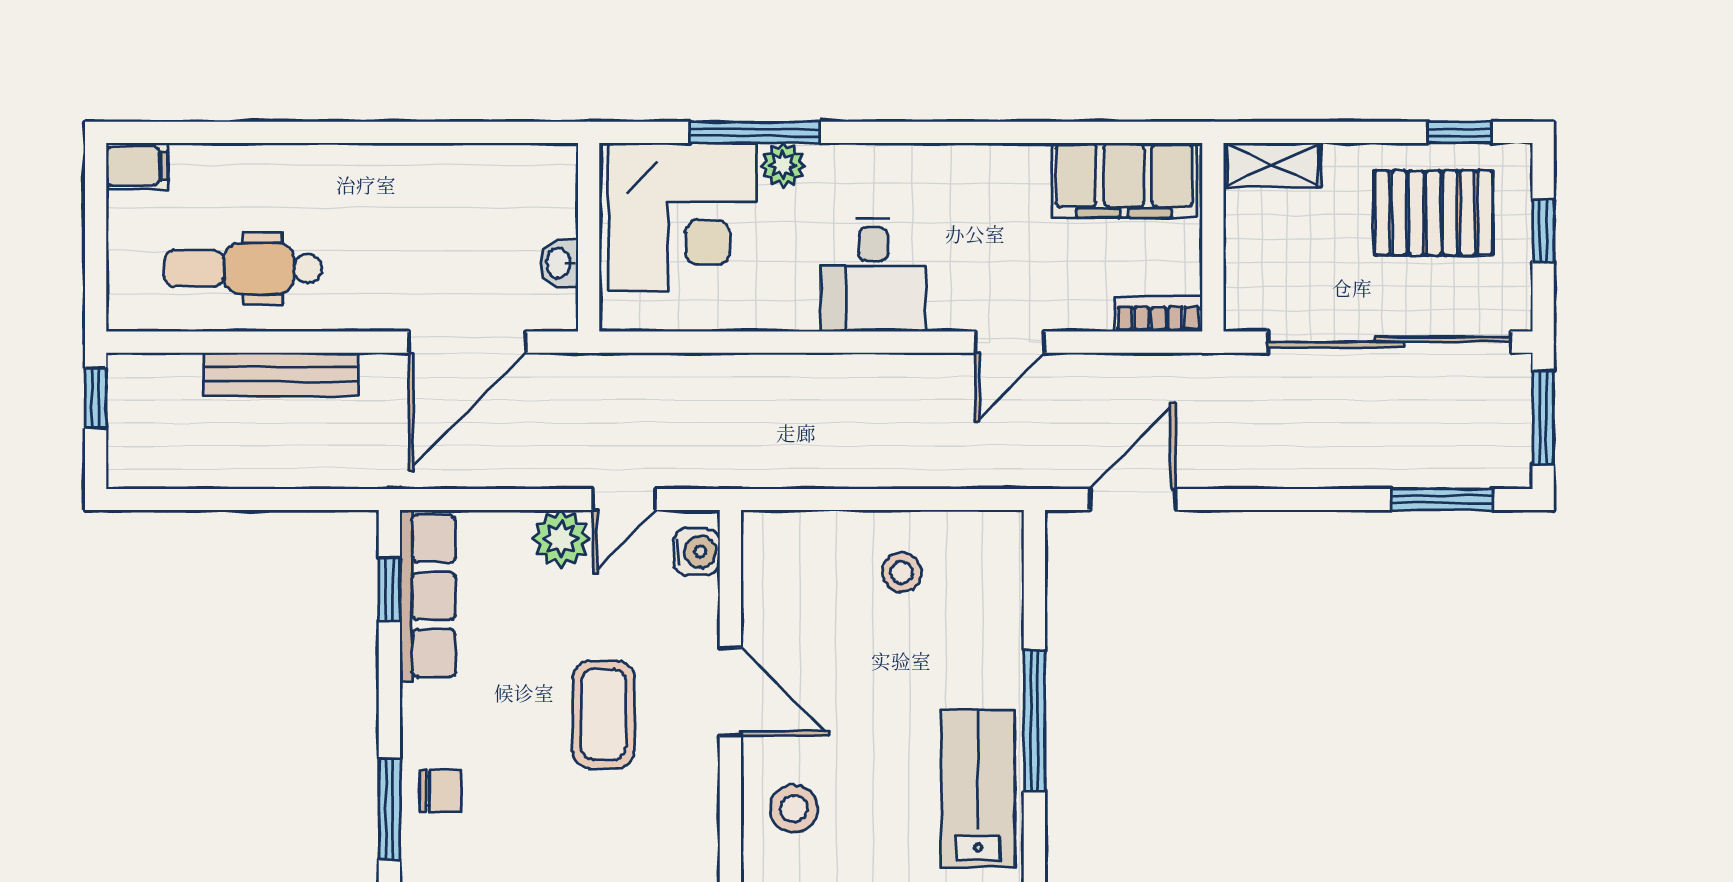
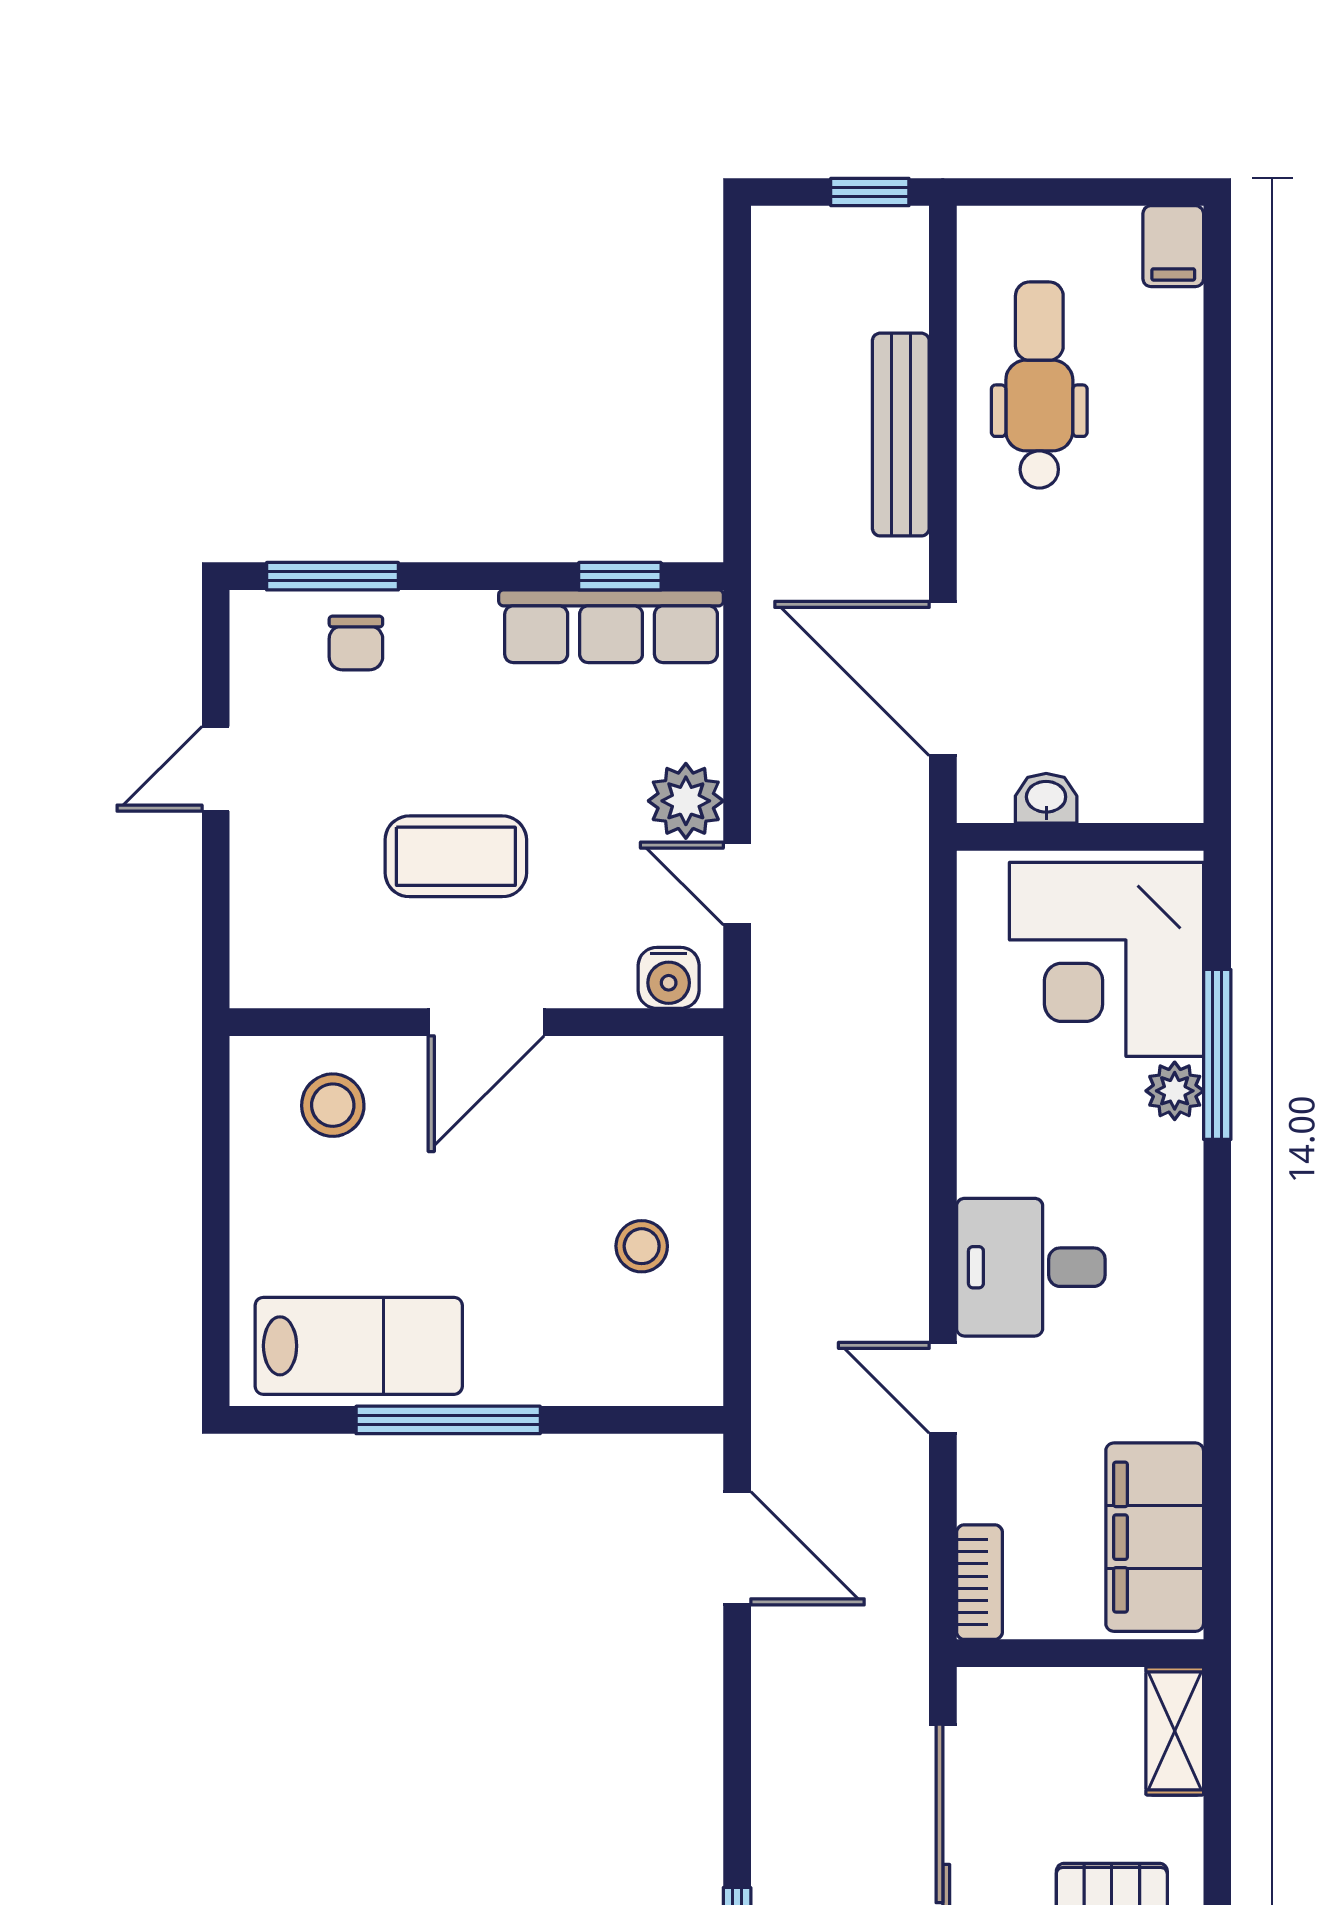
desk: (873, 275) -> (1031, 1267), moved

